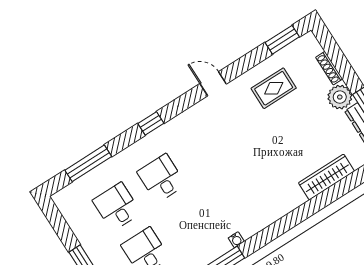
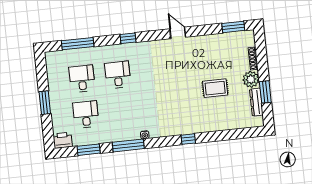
rug: (274, 88) -> (215, 88), moved
wardrobe: (327, 177) -> (219, 124), removed
window: (296, 217) -> (188, 139), added

